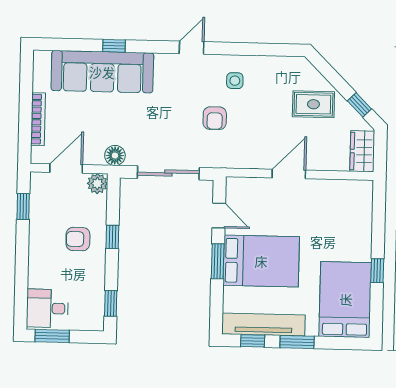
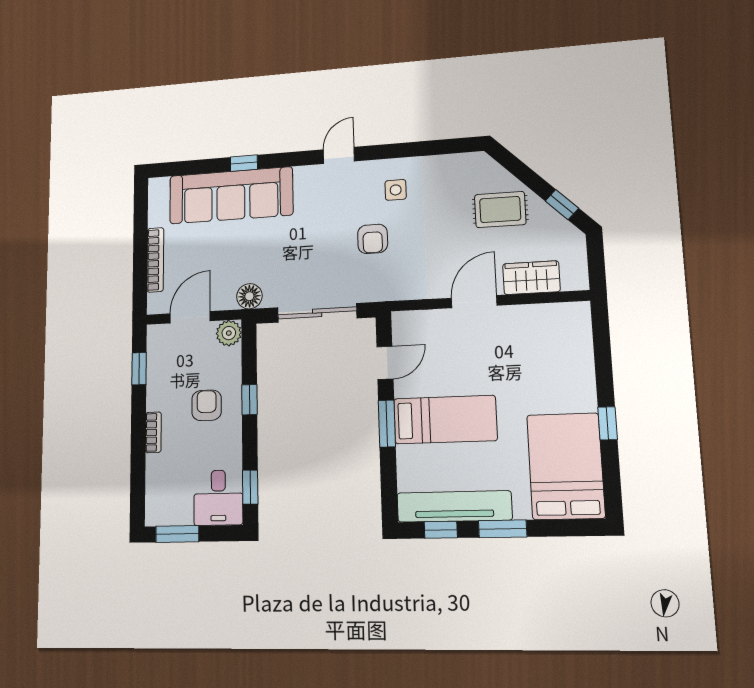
wardrobe: (362, 151) -> (531, 278), moved, turned 90
door: (219, 215) -> (385, 363), hinge flipped
armchair: (78, 239) -> (207, 405), turned 90
bookcase: (34, 258) -> (153, 432), added
bed: (261, 261) -> (445, 420), width x0.67
desk: (47, 308) -> (218, 498), moved, turned -90

